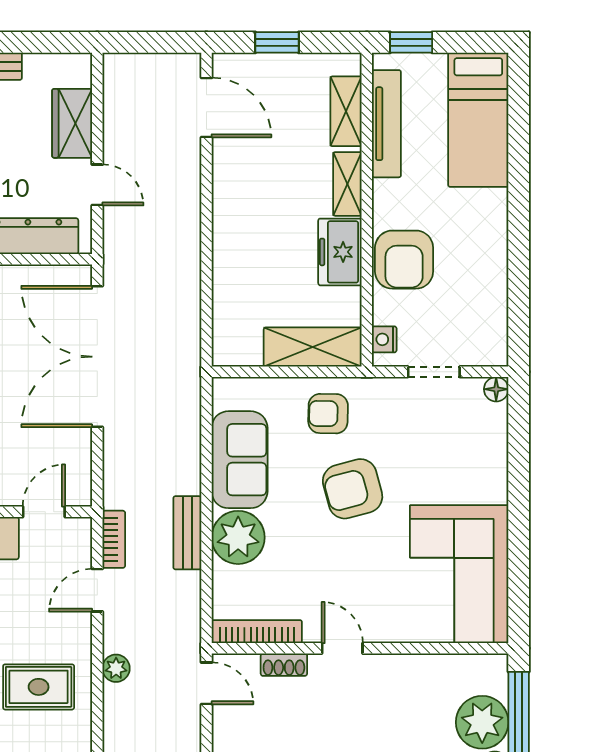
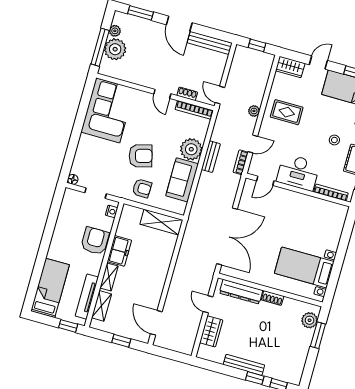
shelving: (313, 347) -> (161, 222), moved

